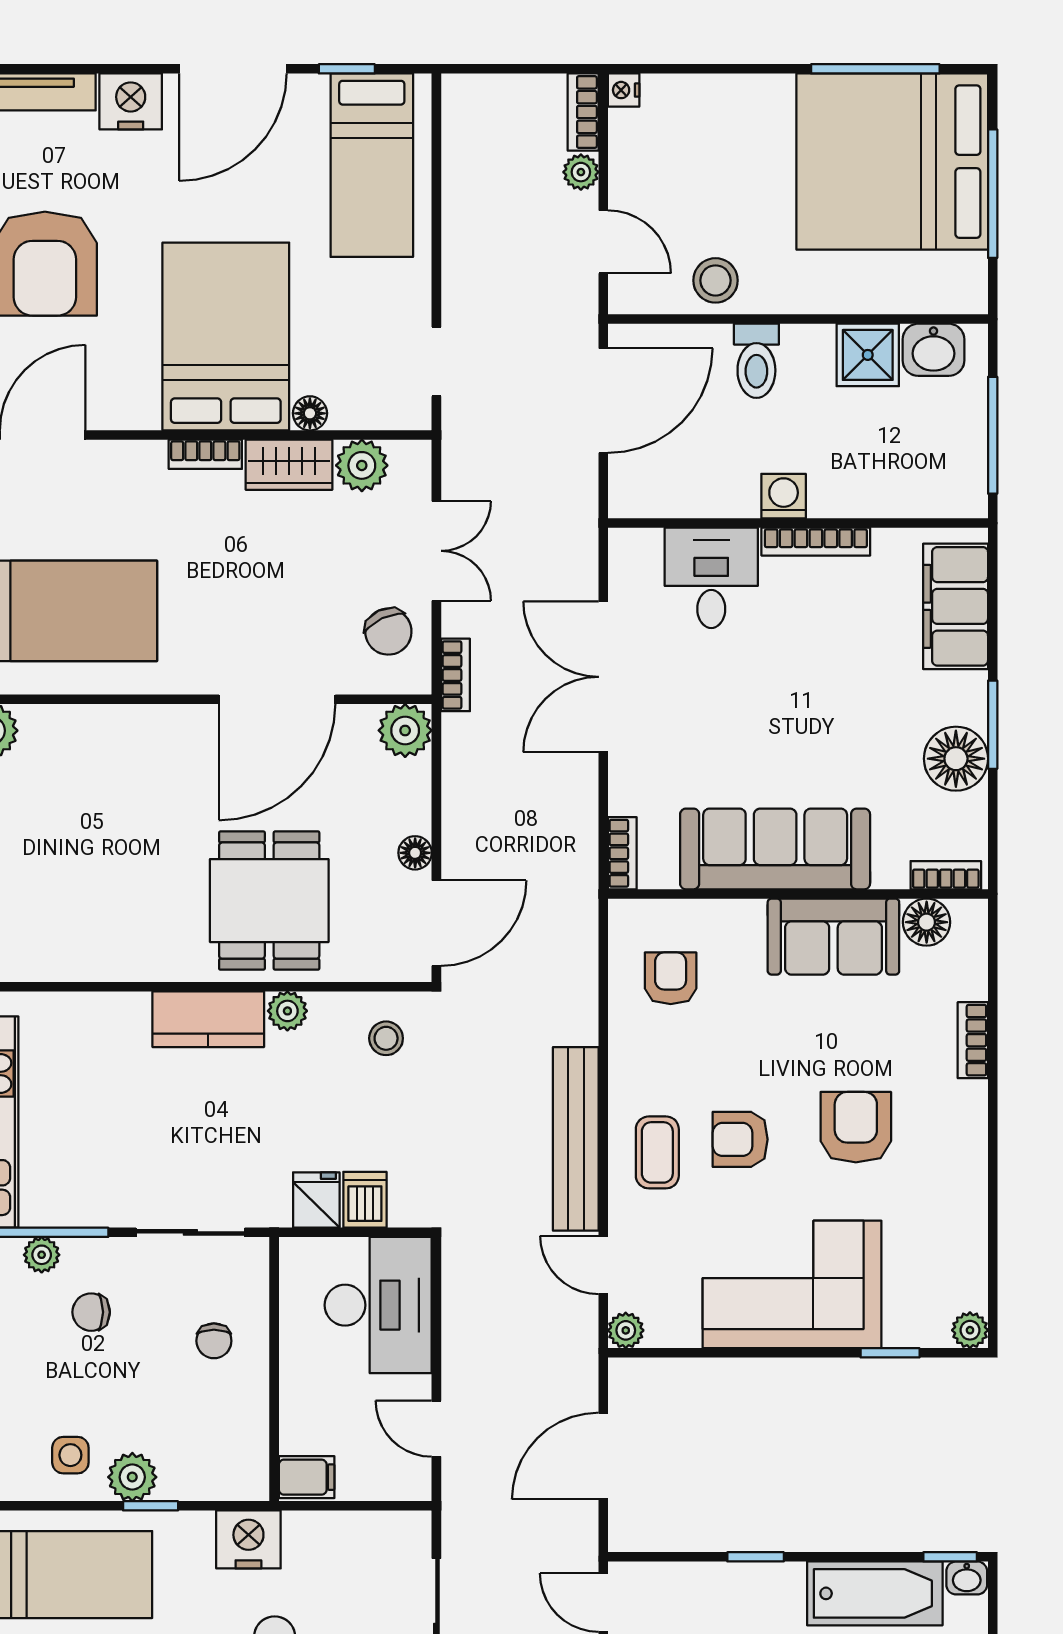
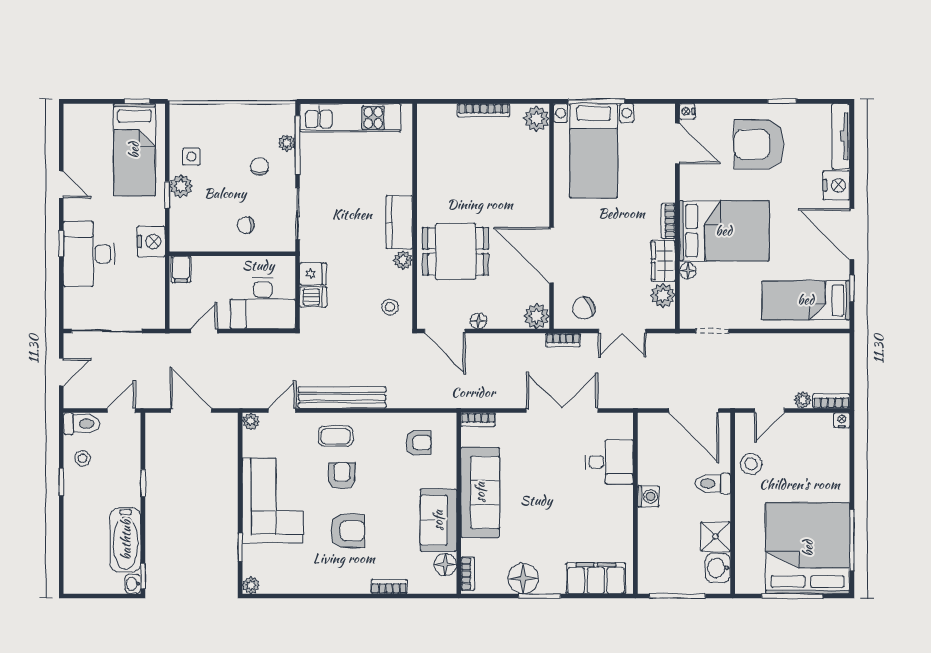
bookcase: (816, 542) -> (627, 512), removed

